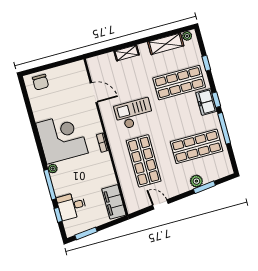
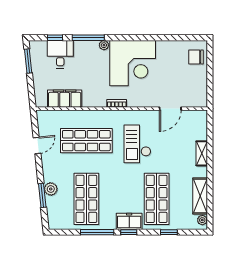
checkout: (134, 114) -> (137, 144), turned 180
filing cabinet: (114, 202) -> (65, 99), moved

